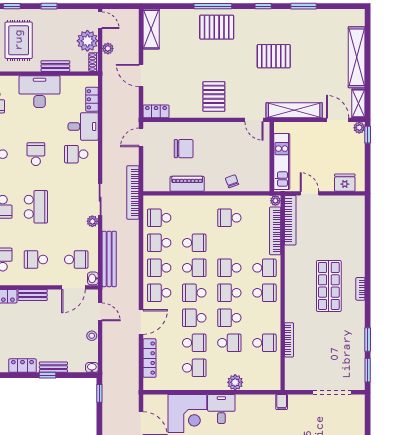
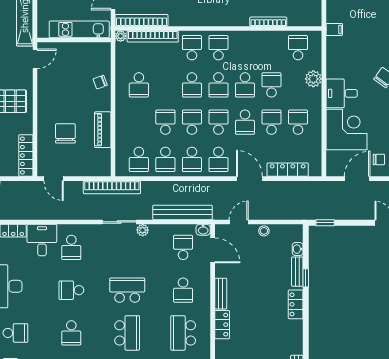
locker: (156, 111) -> (26, 156), width x1.53
school desk: (194, 293) -> (218, 122), turned 180
school desk: (264, 343) -> (298, 48), moved
washbasin: (92, 367) -> (298, 249), moved

